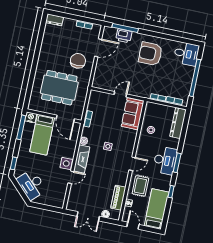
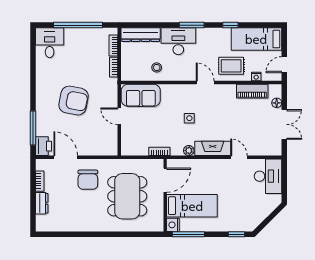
dresser: (54, 20) -> (42, 203), moved
printer: (124, 36) -> (43, 146), moved
armchair: (150, 54) -> (74, 101), moved, turned -79
chair: (78, 61) -> (88, 180), turned -90
desk: (165, 160) -> (178, 41), moved
side table: (66, 163) -> (222, 167), removed
desk: (31, 185) -> (268, 176), moved, turned -45

